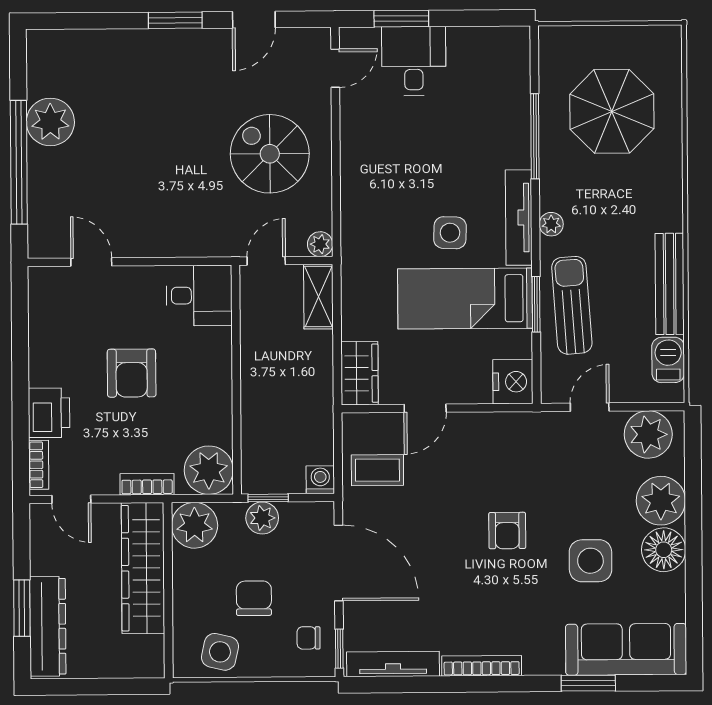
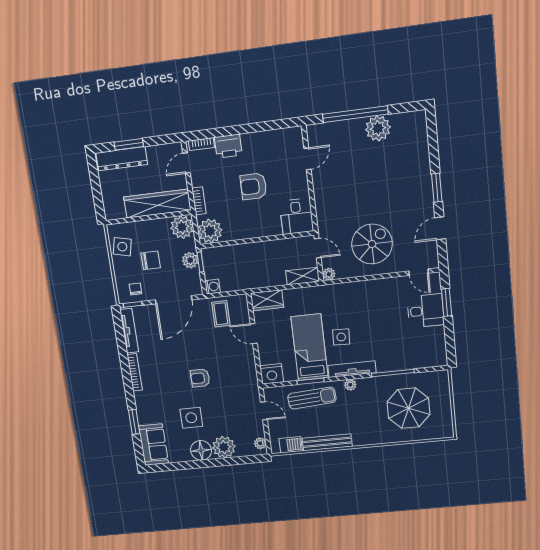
door: (254, 20) -> (440, 228), hinge flipped
plant: (648, 434) -> (260, 443), width x0.53, depth x0.53
sofa: (626, 649) -> (154, 445), width x0.73

